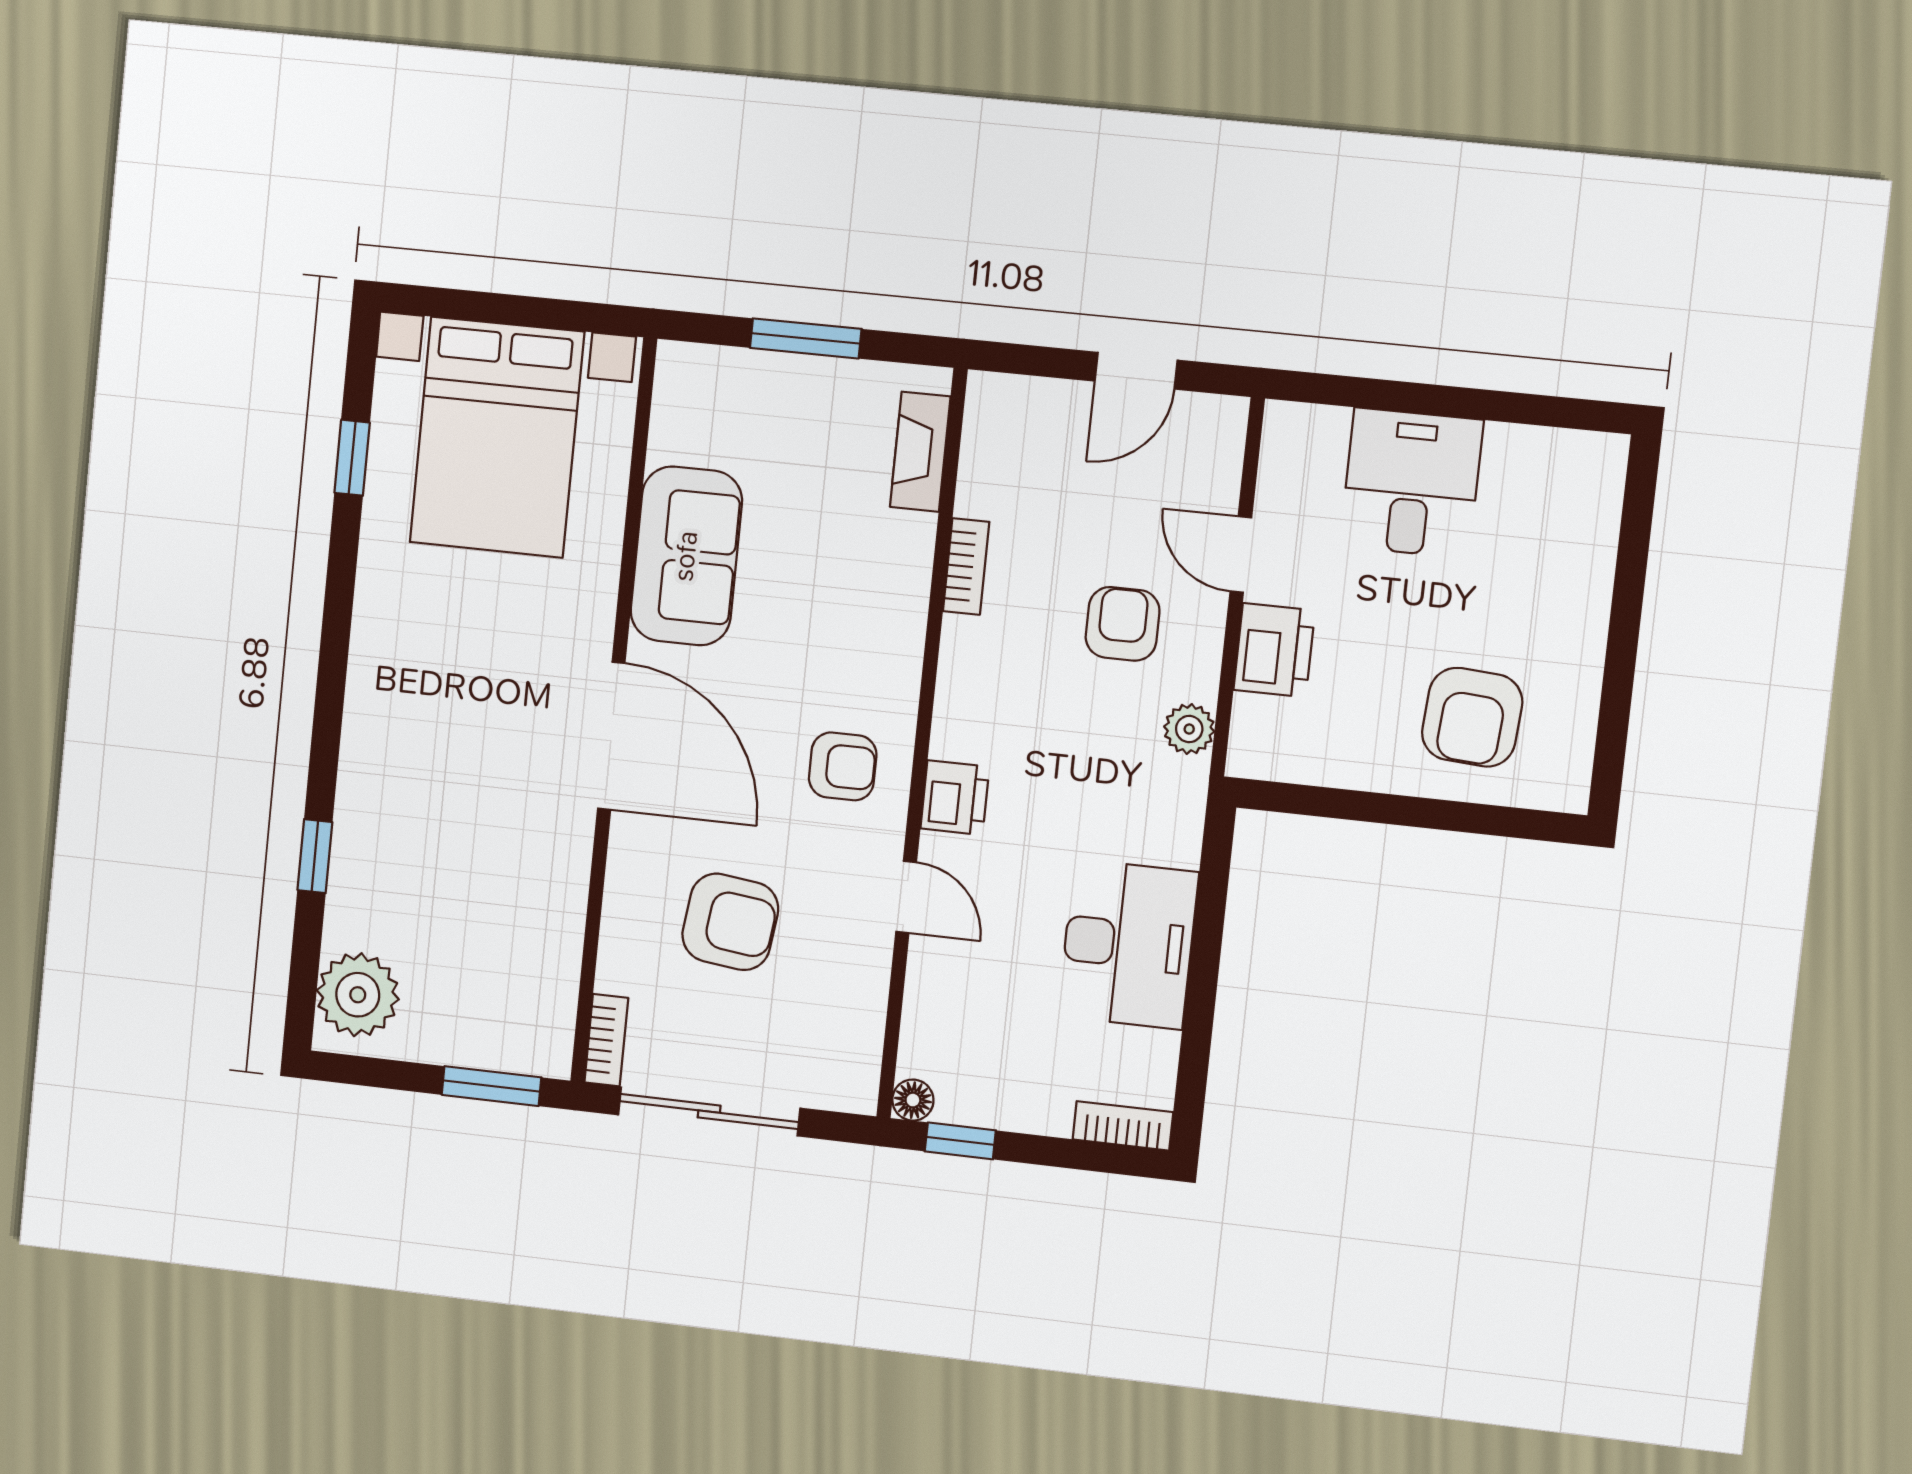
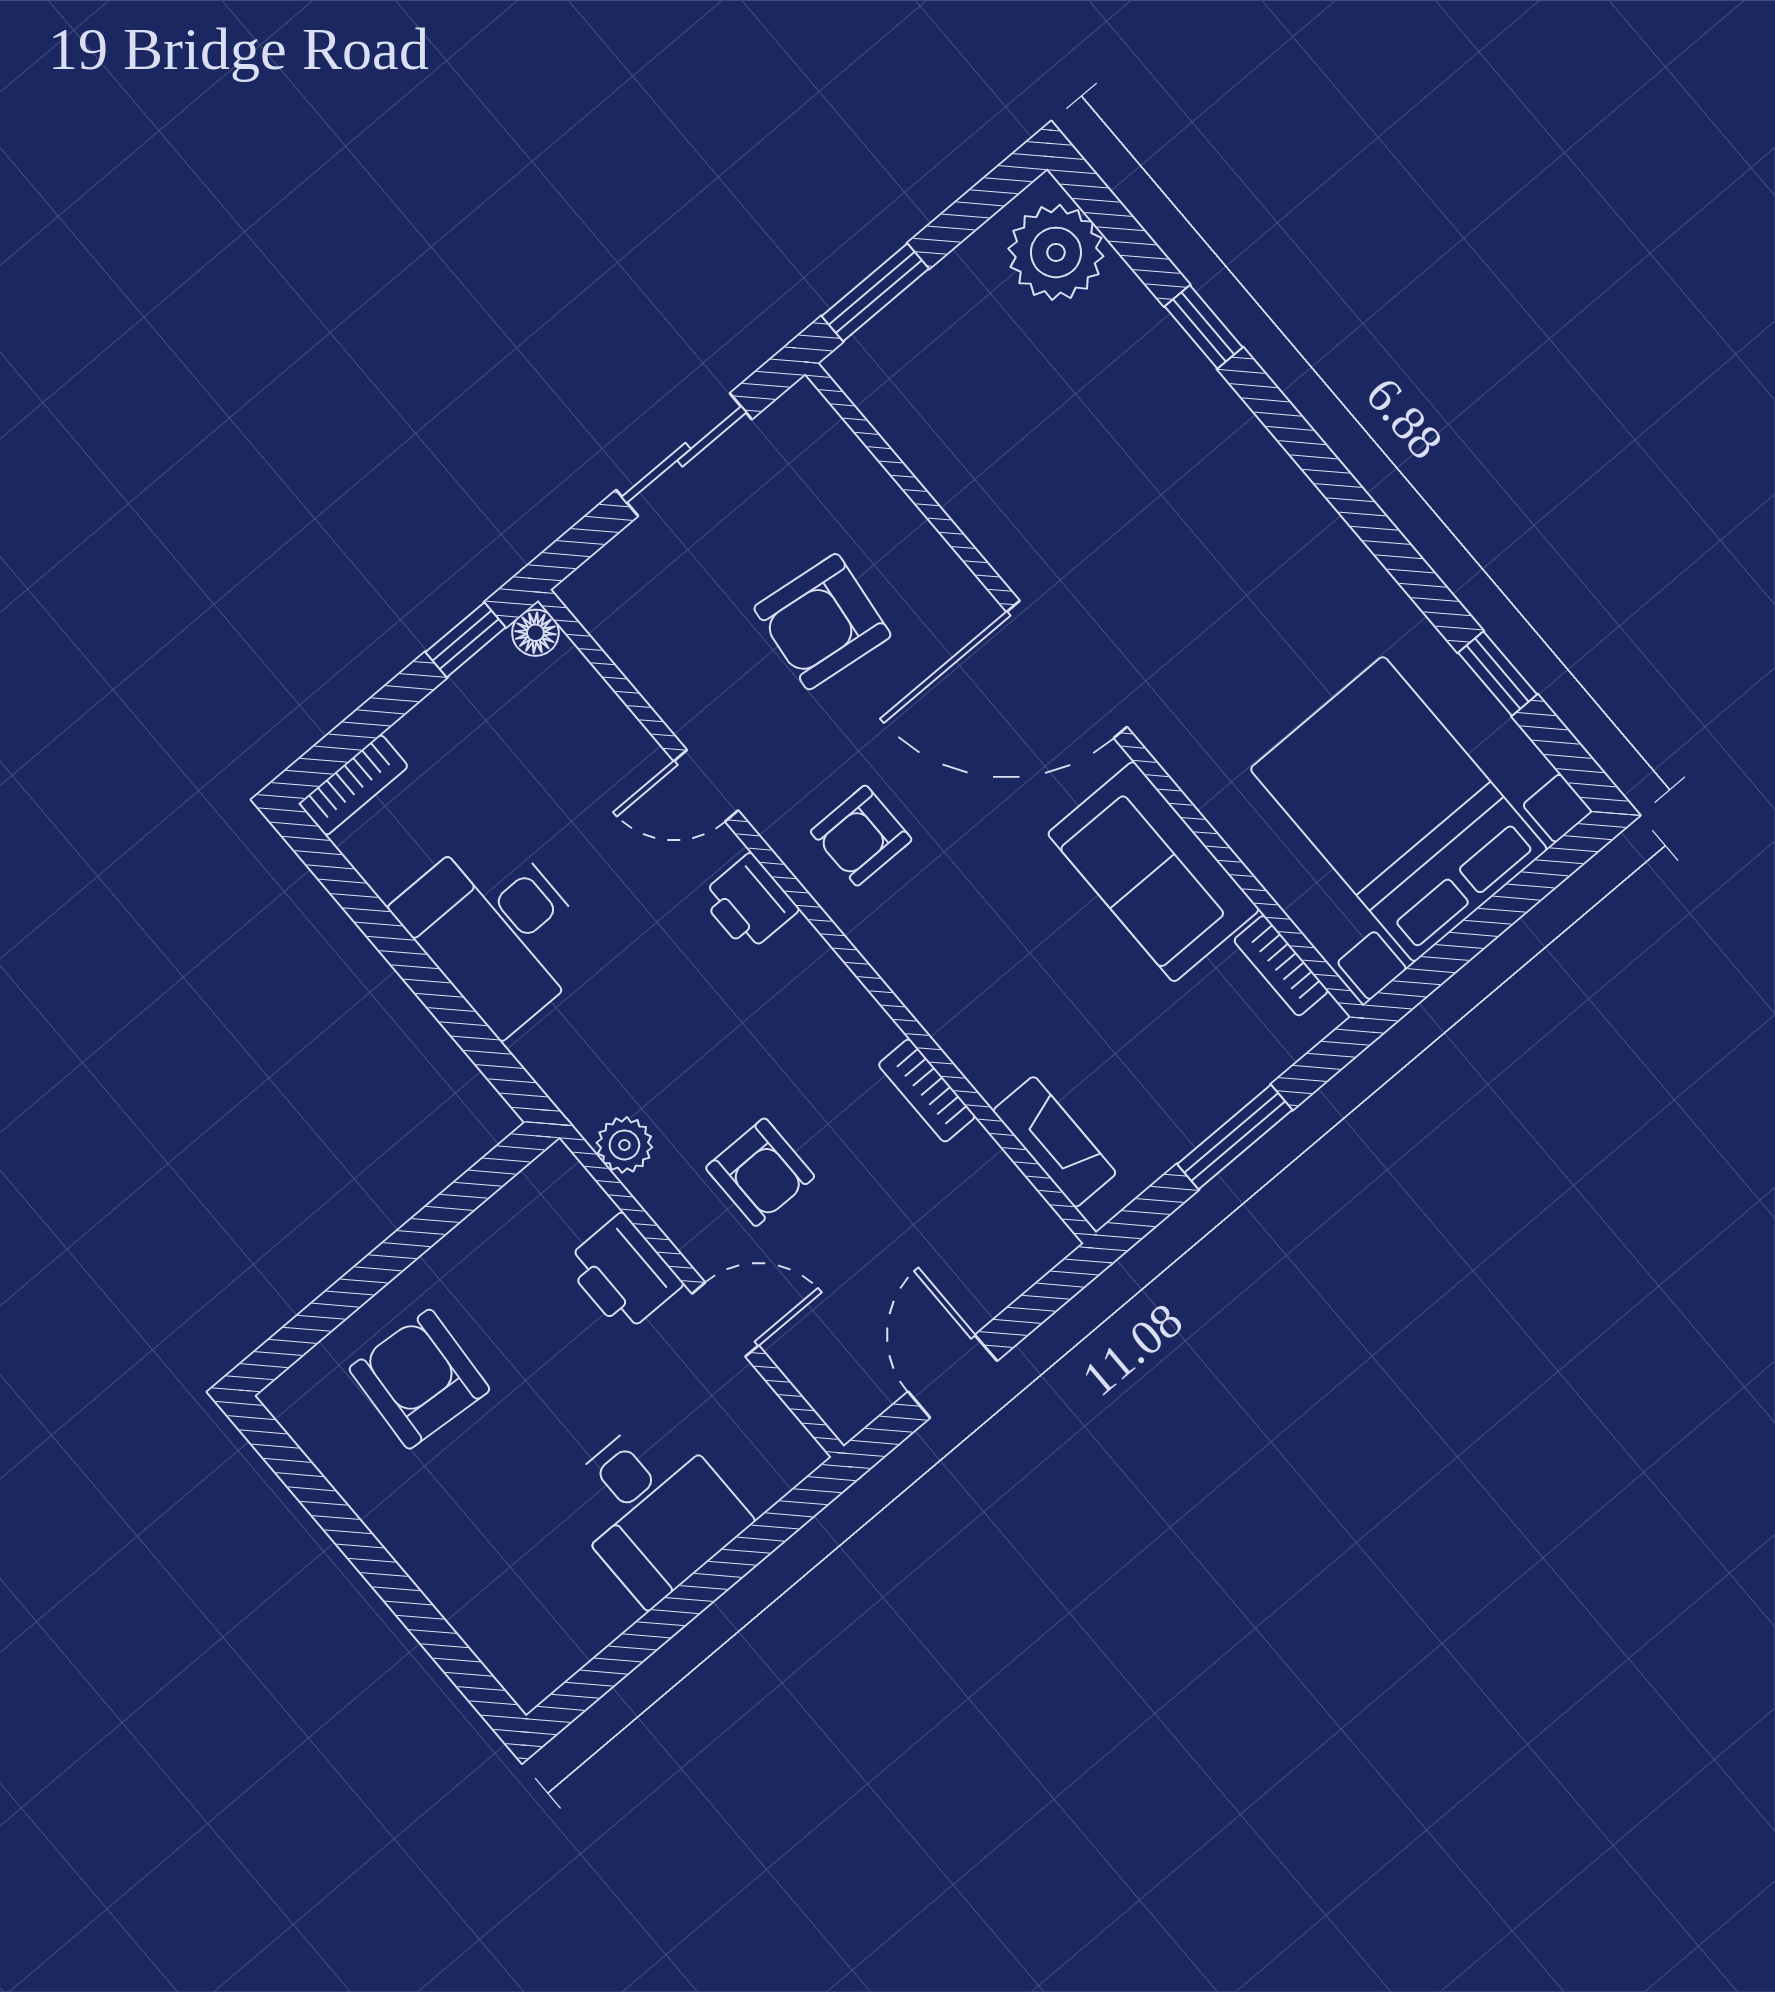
bookcase: (606, 1040) -> (1281, 966), moved
sliding door: (709, 1112) -> (684, 455), width x0.73

